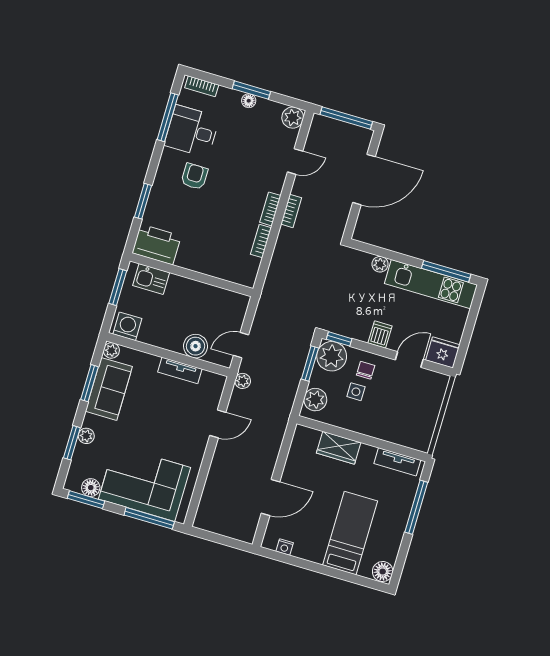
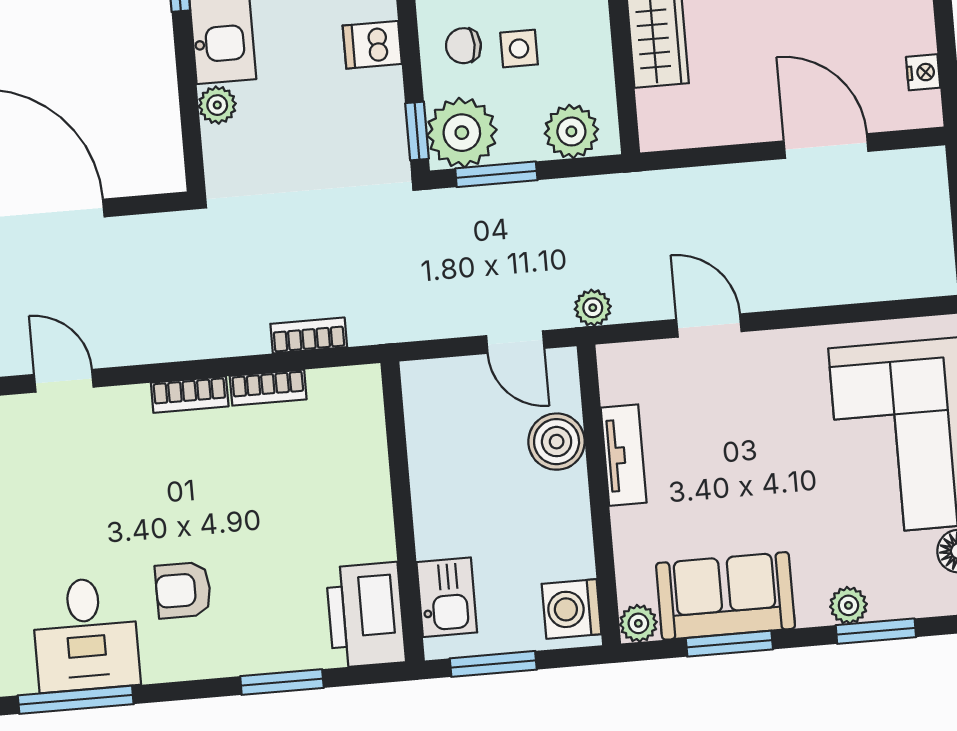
bookcase: (291, 211) -> (309, 335), moved

